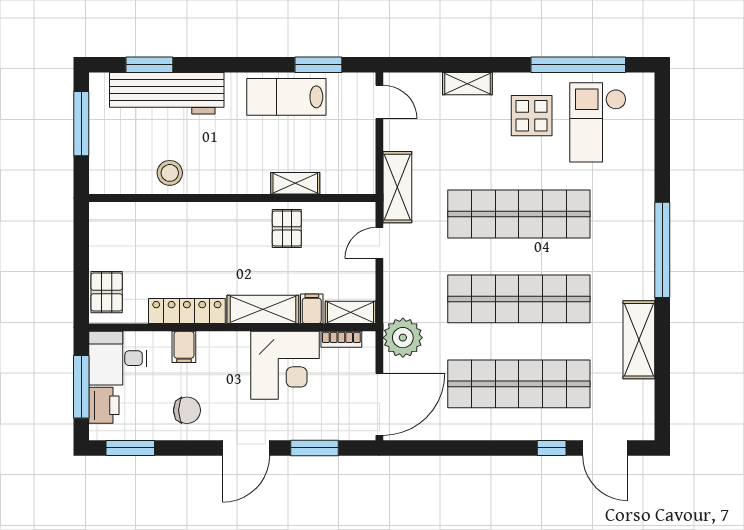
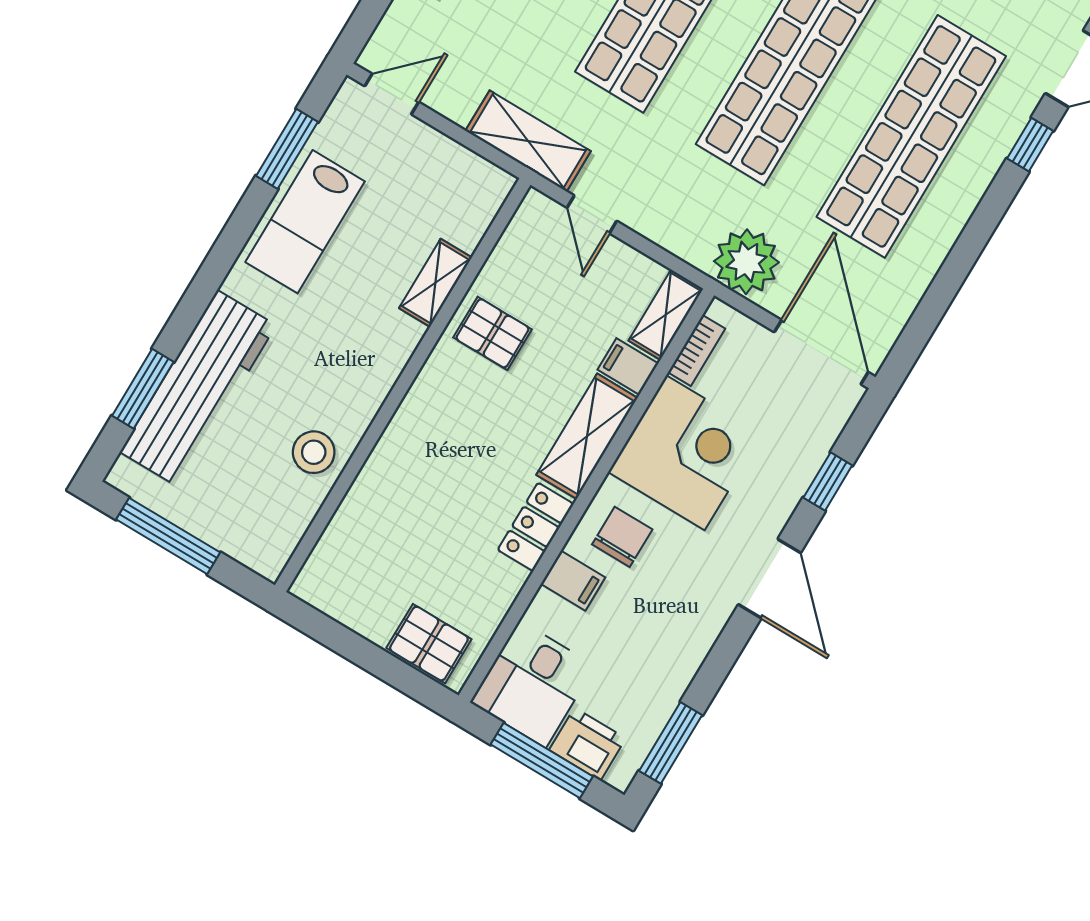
locker: (187, 311) -> (536, 527), width x0.66
chair: (187, 410) -> (622, 537), moved
window: (314, 448) -> (828, 481), width x0.67

